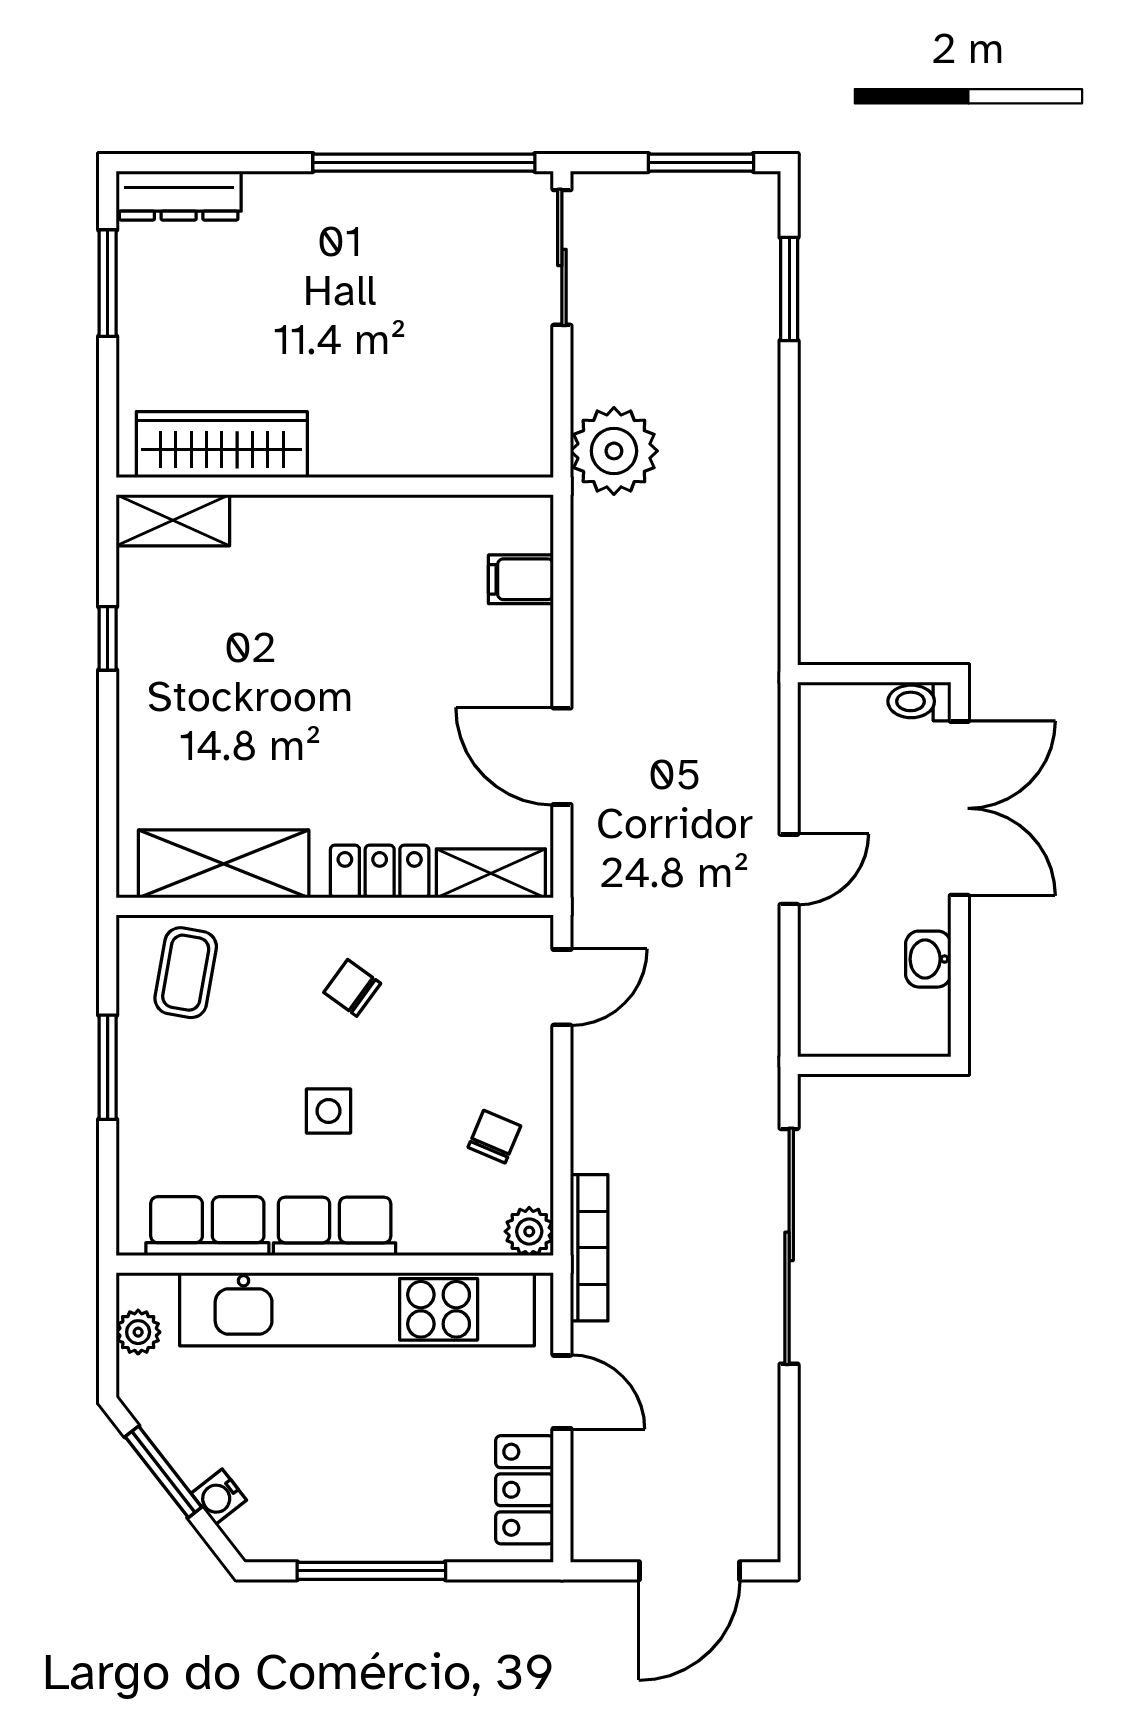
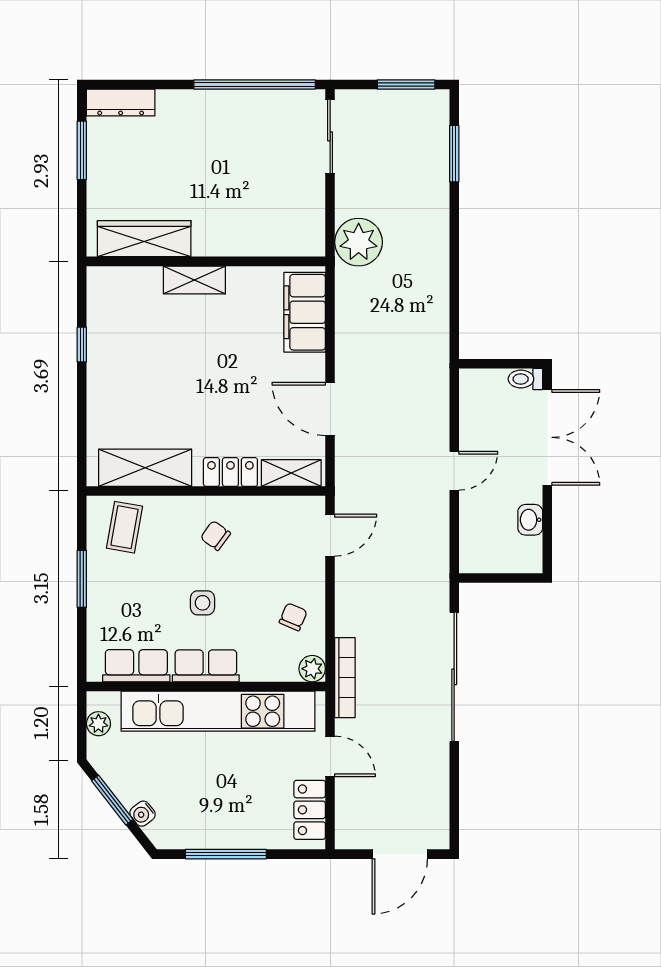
shelving: (173, 520) -> (194, 280), moved
filing cabinet: (521, 579) -> (305, 312), width x3.00, depth x1.17

